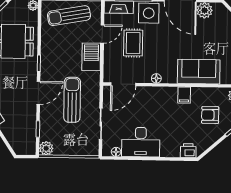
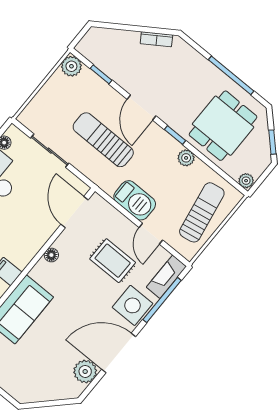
plant: (46, 47) -> (186, 158), added
sun lounger: (72, 100) -> (103, 140), turned 180

